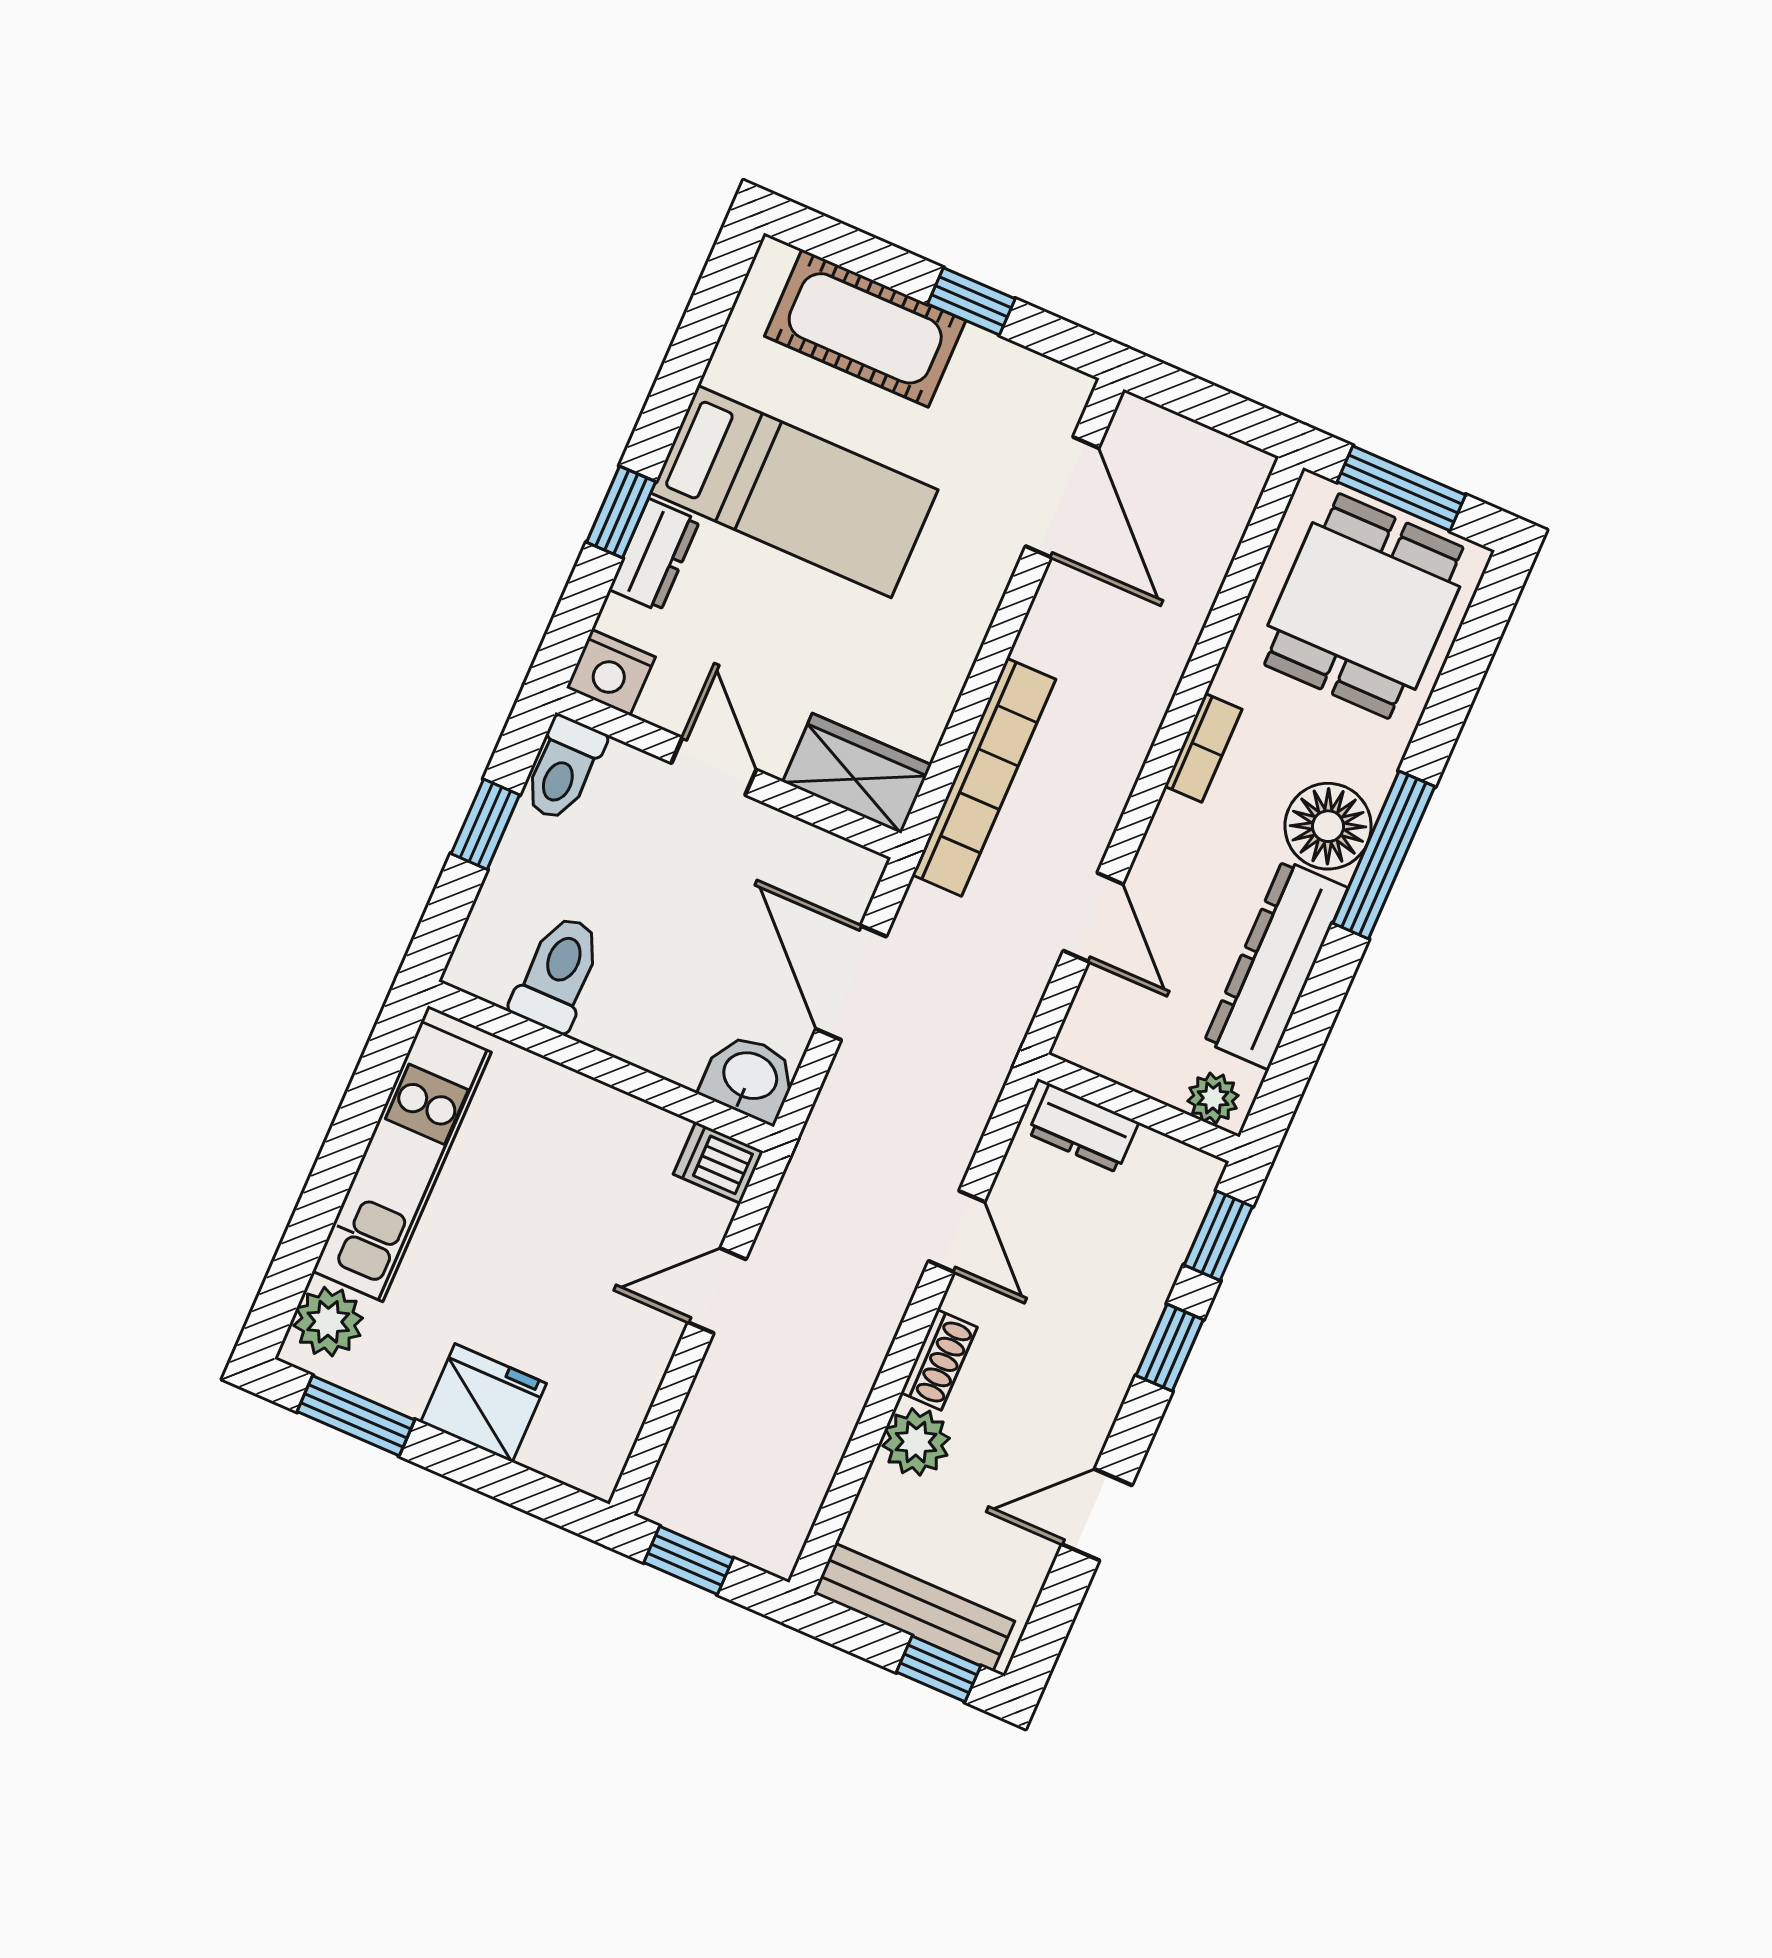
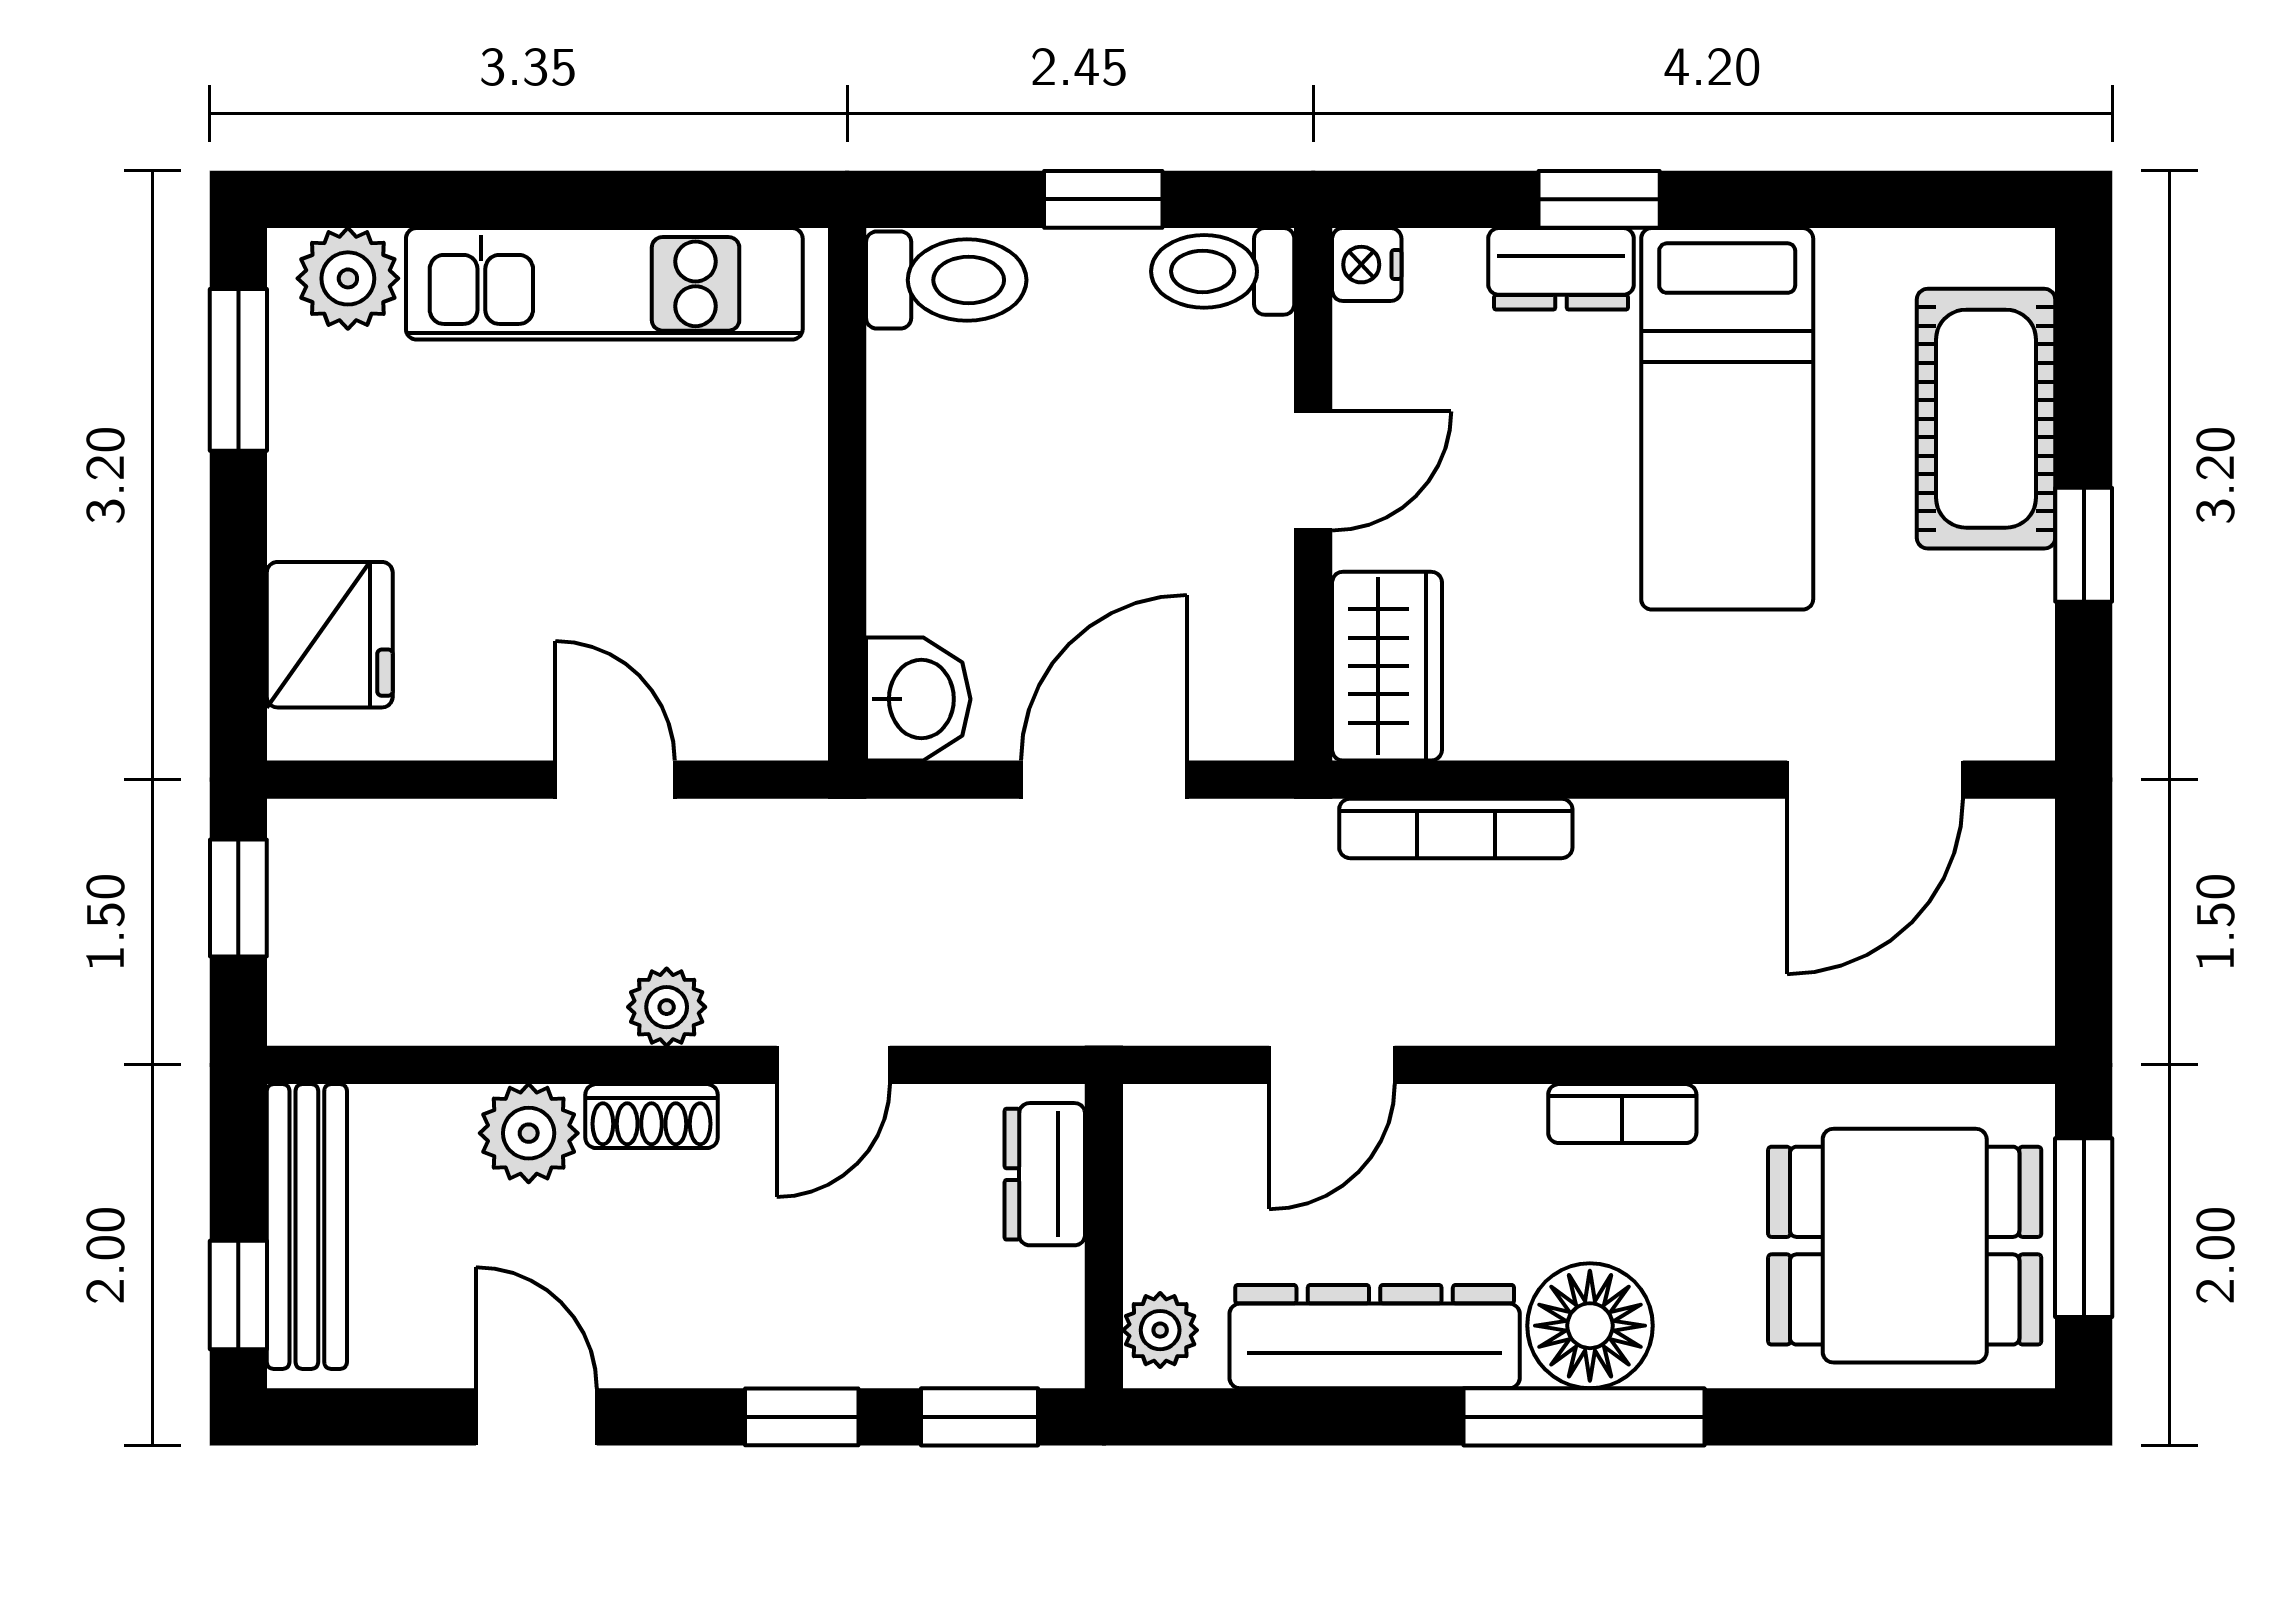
nightstand: (611, 672) -> (1367, 265), width x0.72, depth x0.74
bookcase: (984, 777) -> (1456, 828), width x0.68, depth x0.76
toilet: (558, 973) -> (946, 280), moved
dishwasher: (718, 1163) -> (786, 707), removed
plant: (874, 1321) -> (667, 1007), added
fridge: (484, 1403) -> (330, 635), moved

